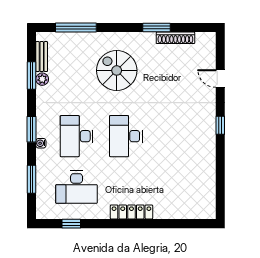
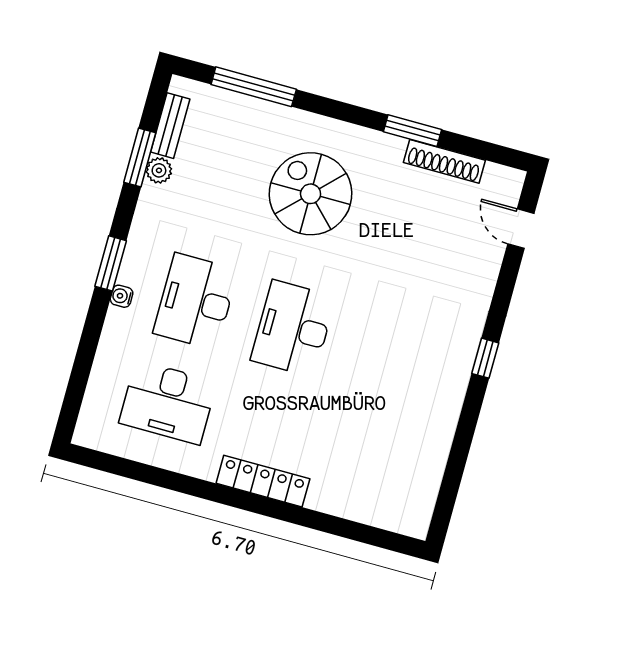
door: (220, 79) -> (521, 229), moved
window: (31, 179) -> (83, 362), removed
window: (71, 224) -> (138, 471), removed

